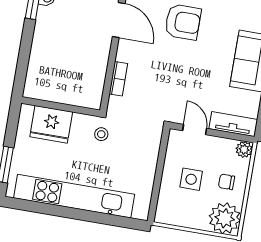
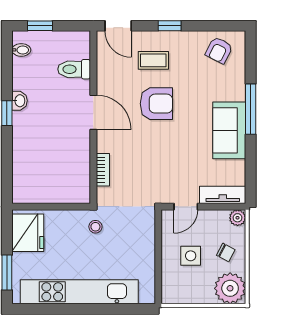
fridge: (51, 124) -> (28, 233), moved, turned -90
door: (195, 130) -> (186, 207), swing flipped
chair: (227, 182) -> (226, 252), turned -152

